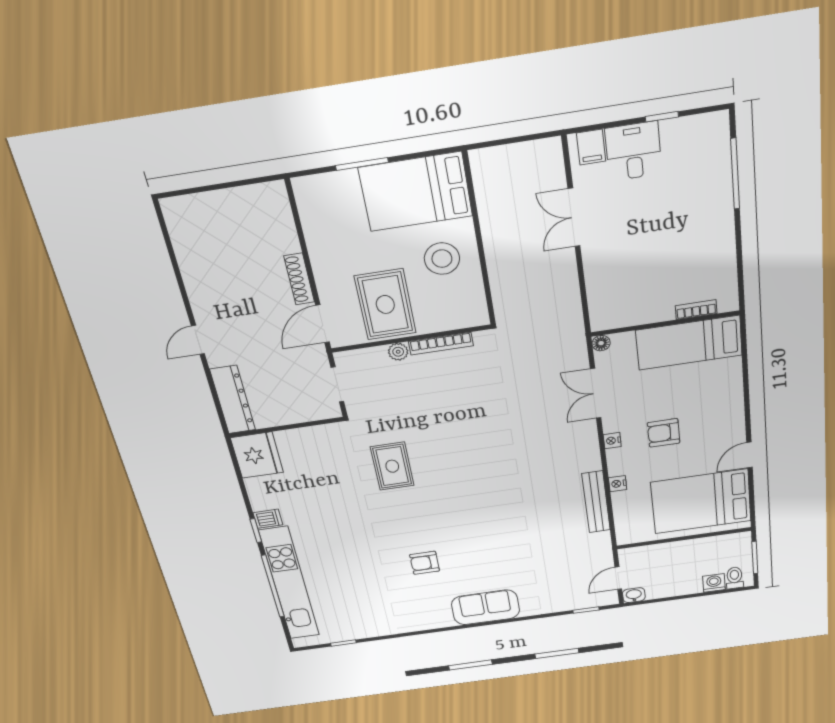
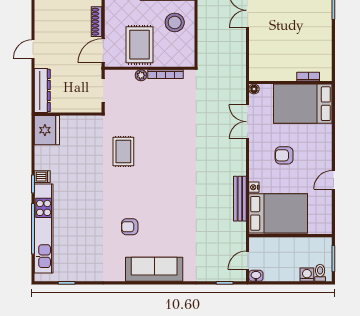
bed: (689, 343) -> (303, 104), width x1.50
nightstand: (612, 441) -> (254, 156), removed
bed: (701, 502) -> (278, 213), moved, turned 180
sofa: (486, 607) -> (154, 269), width x1.36

